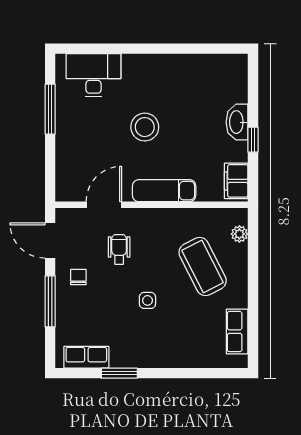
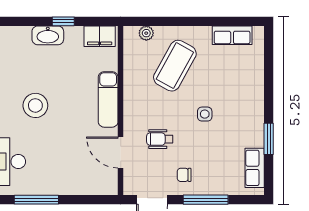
stool: (145, 127) -> (35, 105), moved
coffee table: (203, 267) -> (175, 66), turned -34

